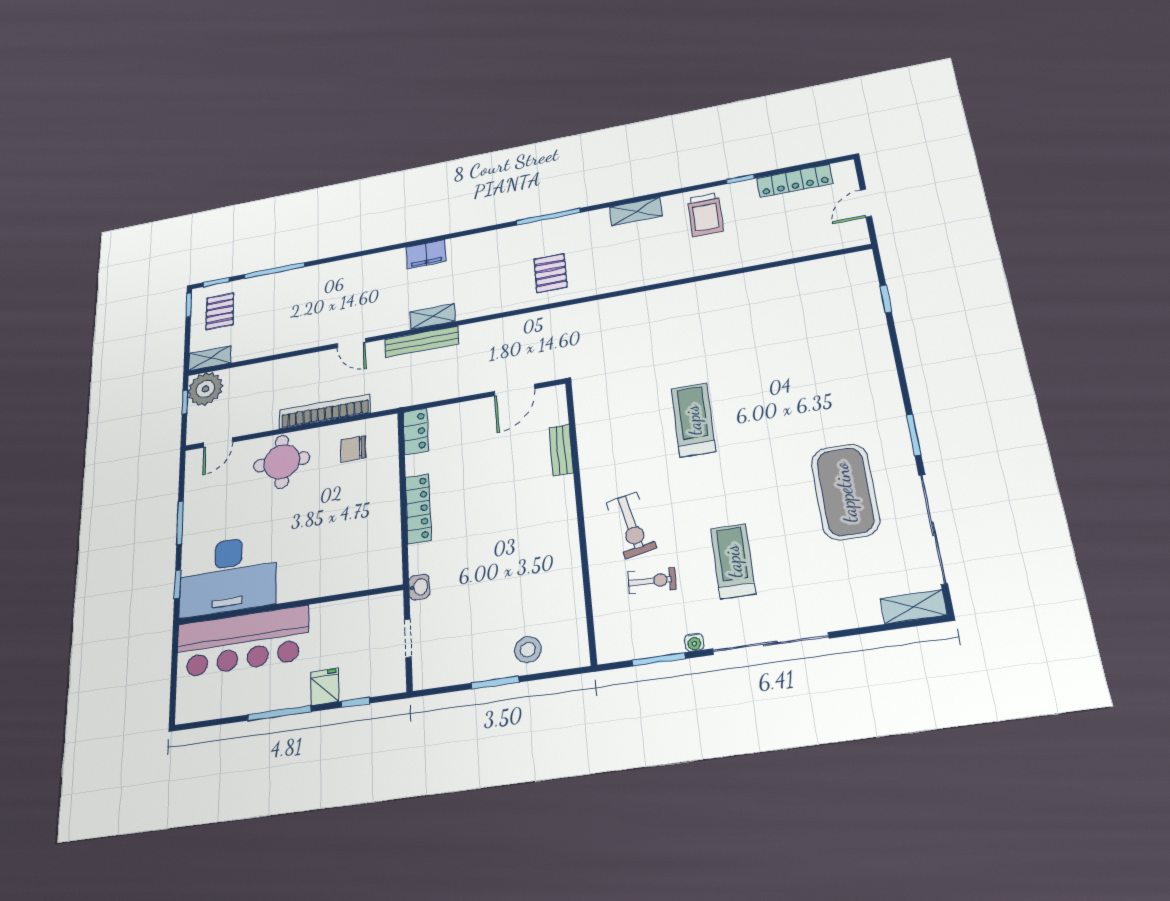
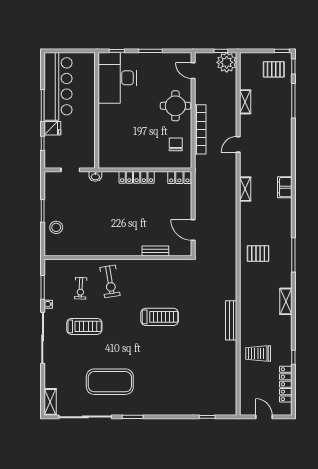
trolley: (705, 215) -> (258, 354), moved
bench: (421, 342) -> (231, 320), moved
shelving: (210, 358) -> (245, 102), moved
exercise bike: (631, 525) -> (110, 281), turned -87
bar counter: (243, 642) -> (58, 86), moved, turned 180

